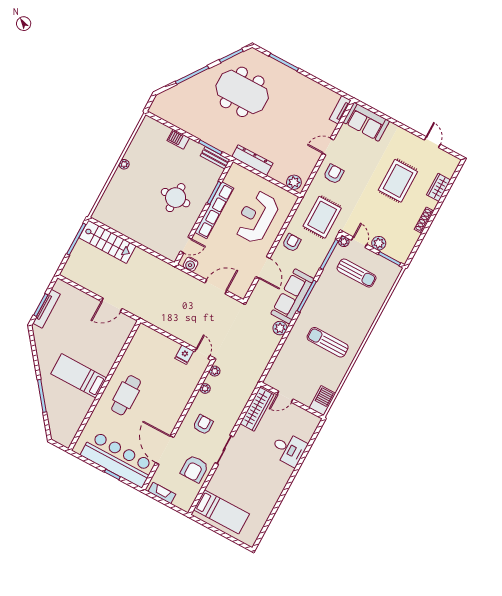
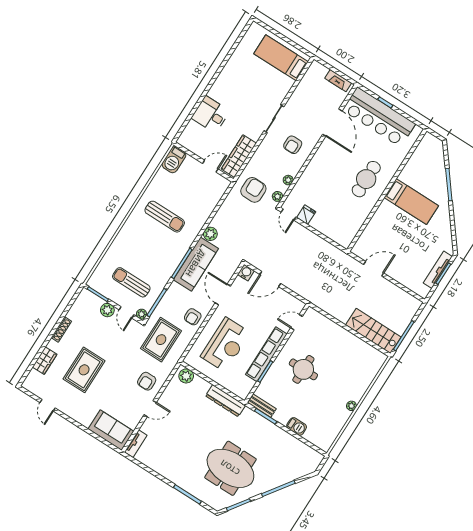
water cooler: (191, 264) -> (246, 273), moved
armchair: (194, 469) -> (253, 190), moved

